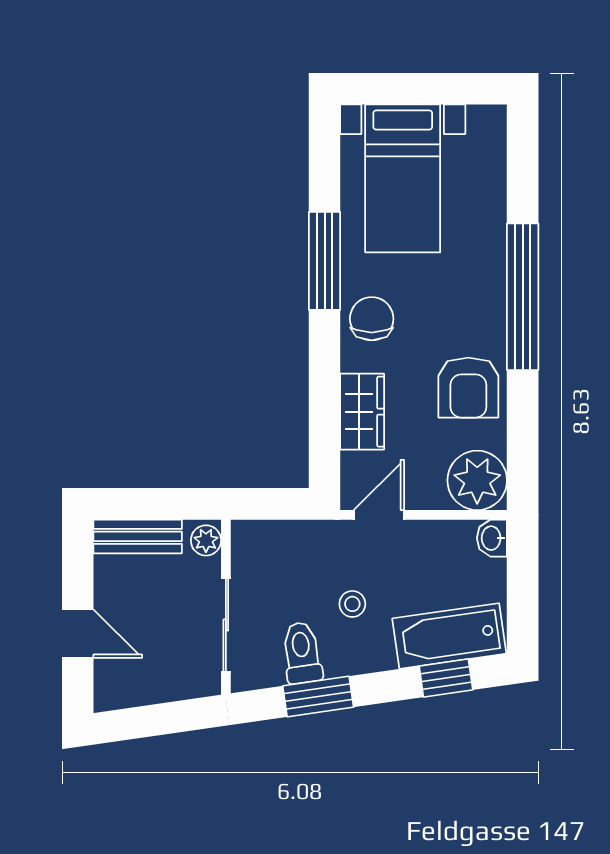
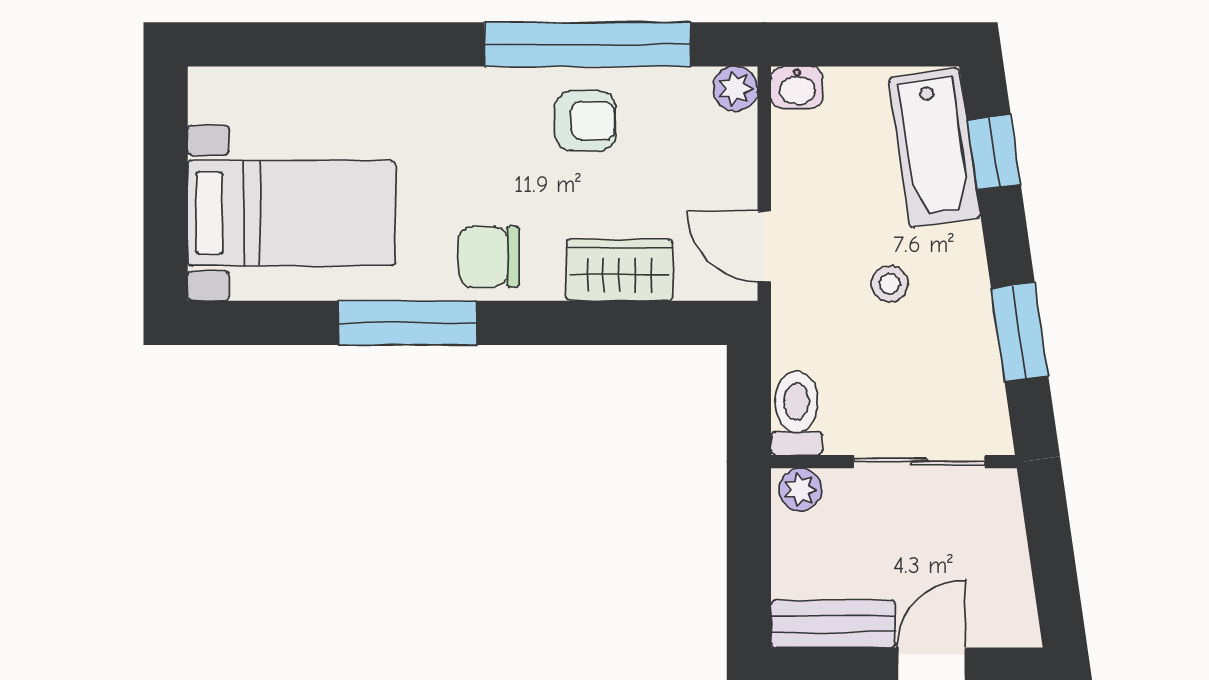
window: (523, 297) -> (588, 44), moved
armchair: (468, 388) -> (585, 121), width x0.72, depth x0.72
plant: (477, 480) -> (735, 89), width x0.53, depth x0.53
bench: (138, 536) -> (833, 624), moved, turned 90
toilet: (302, 653) -> (796, 413), moved, turned 98

